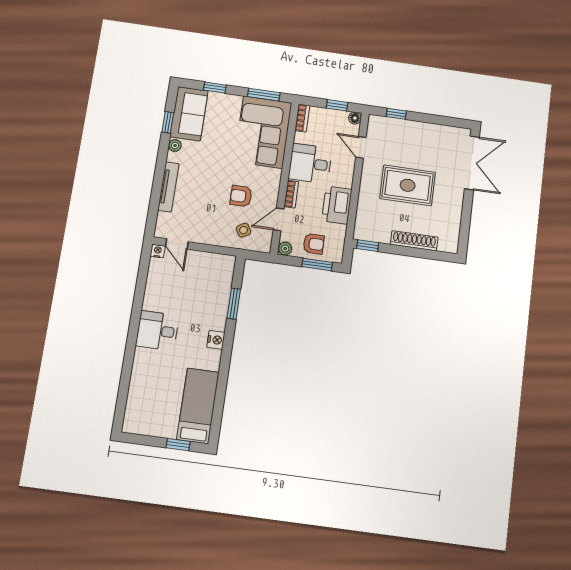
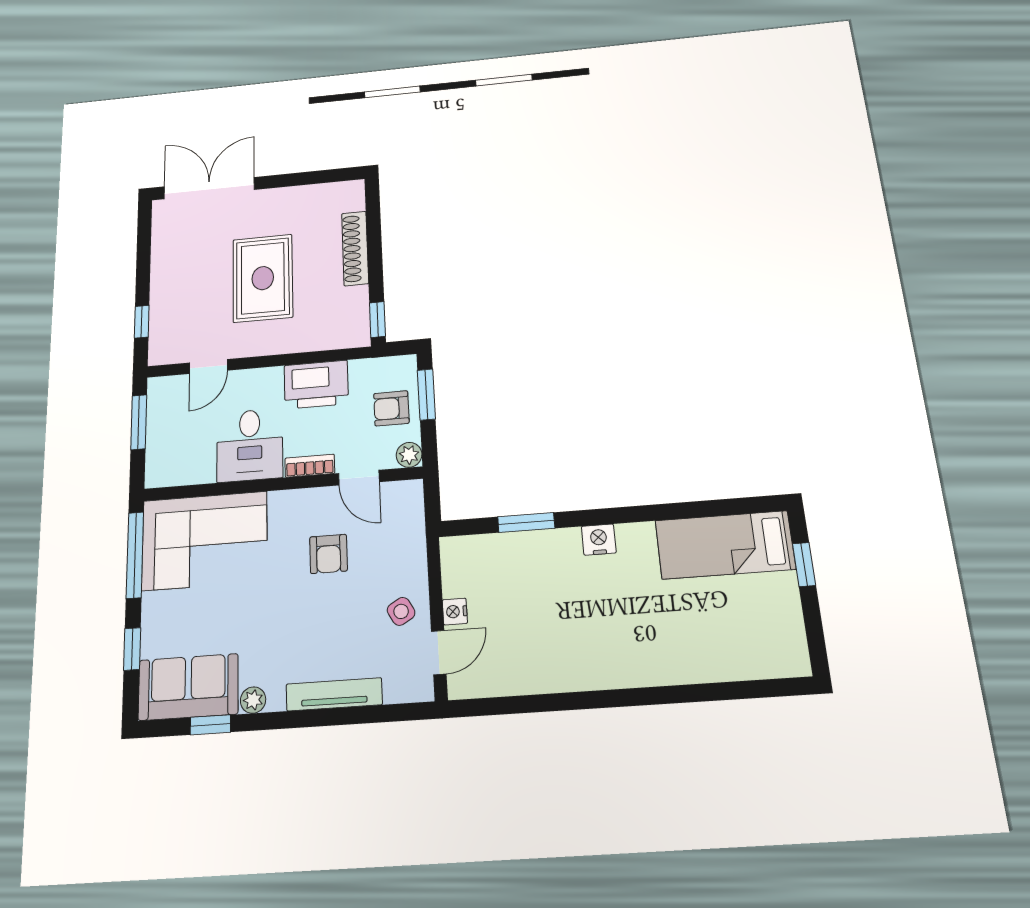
window: (264, 95) -> (135, 555), width x1.44
window: (337, 105) -> (139, 422), width x1.50
bookcase: (302, 118) -> (169, 477), removed
floor lamp: (355, 118) -> (158, 387), removed
side table: (244, 230) -> (401, 611), moved
armchair: (314, 244) -> (391, 408), turned -90
nightstand: (158, 251) -> (455, 612), moved
desk: (157, 331) -> (608, 652), removed

